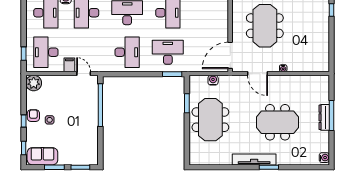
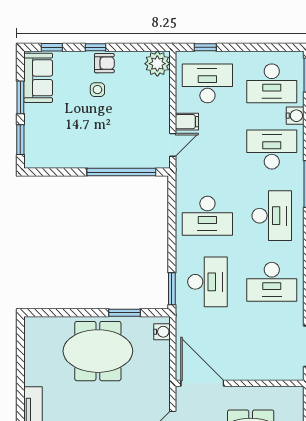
water cooler: (213, 80) -> (162, 332), moved

